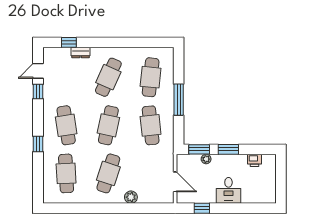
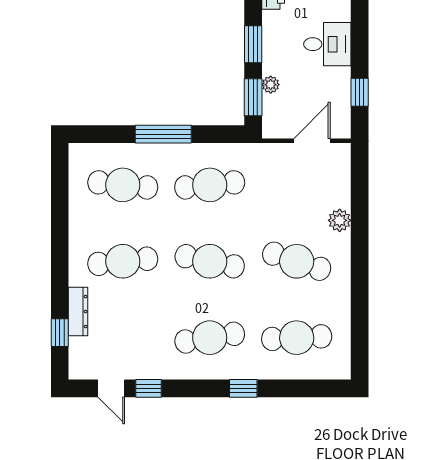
dresser: (81, 53) -> (78, 312), width x1.44
cafe table: (108, 77) -> (123, 261), turned -30

